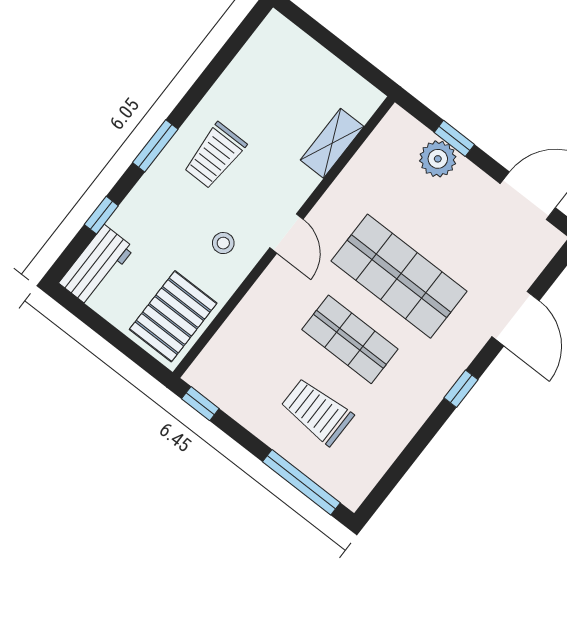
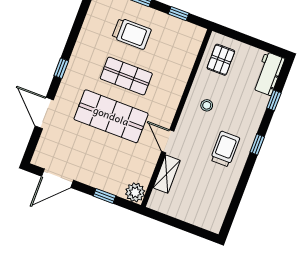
window: (155, 146) -> (257, 145), width x0.67
plant: (438, 159) -> (135, 192), moved
door: (287, 233) -> (168, 141), moved
pallet: (173, 316) -> (221, 60), width x0.67, depth x0.71
window: (200, 404) -> (179, 14), moved

